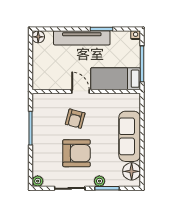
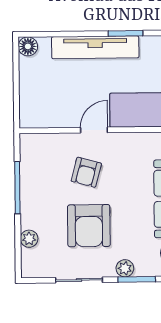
door: (80, 91) -> (94, 130), hinge flipped
armchair: (76, 153) -> (89, 226), turned 90
plant: (38, 181) -> (29, 239), moved

